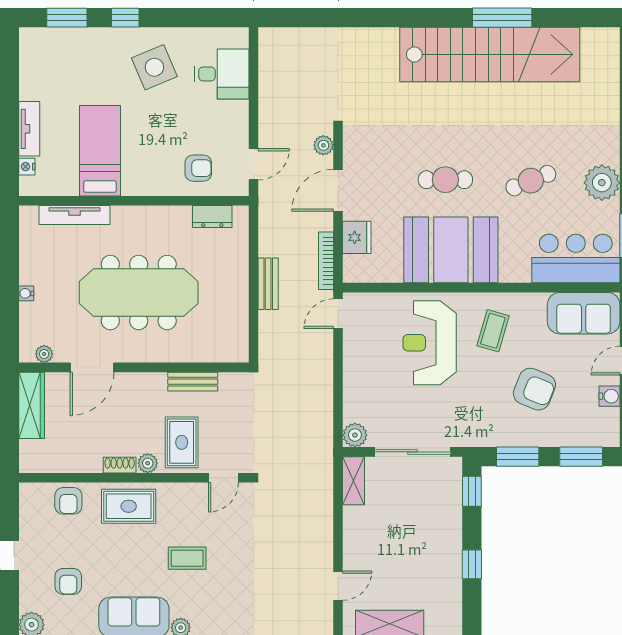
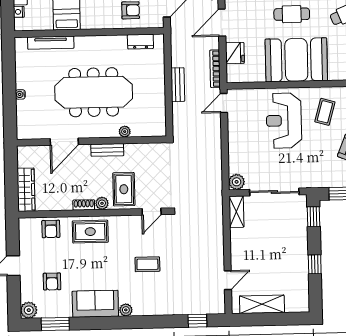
plant: (44, 354) -> (125, 132), moved
bench: (193, 382) -> (107, 150), moved
wardrobe: (32, 405) -> (26, 190), moved
coffee table: (187, 558) -> (147, 264), moved

